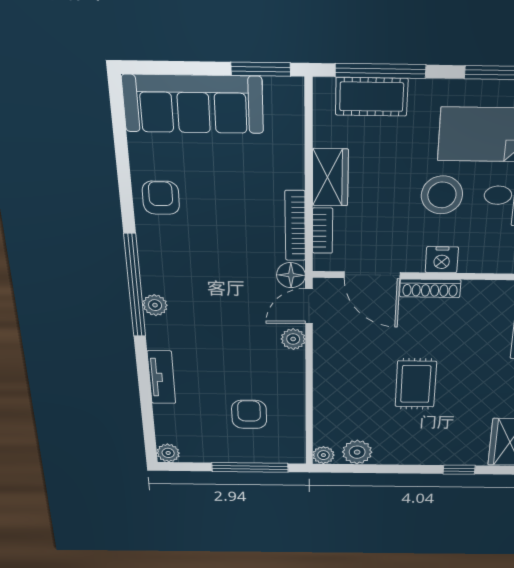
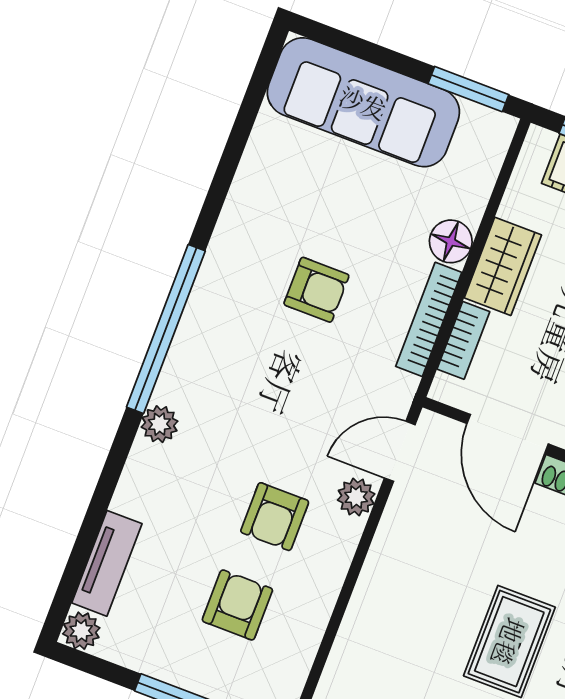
armchair: (161, 198) -> (316, 290), moved, turned 90
floor lamp: (291, 275) -> (451, 241), moved
plant: (155, 305) -> (160, 424), moved
armchair: (249, 364) -> (275, 517), added
tv unit: (162, 377) -> (107, 563), moved

